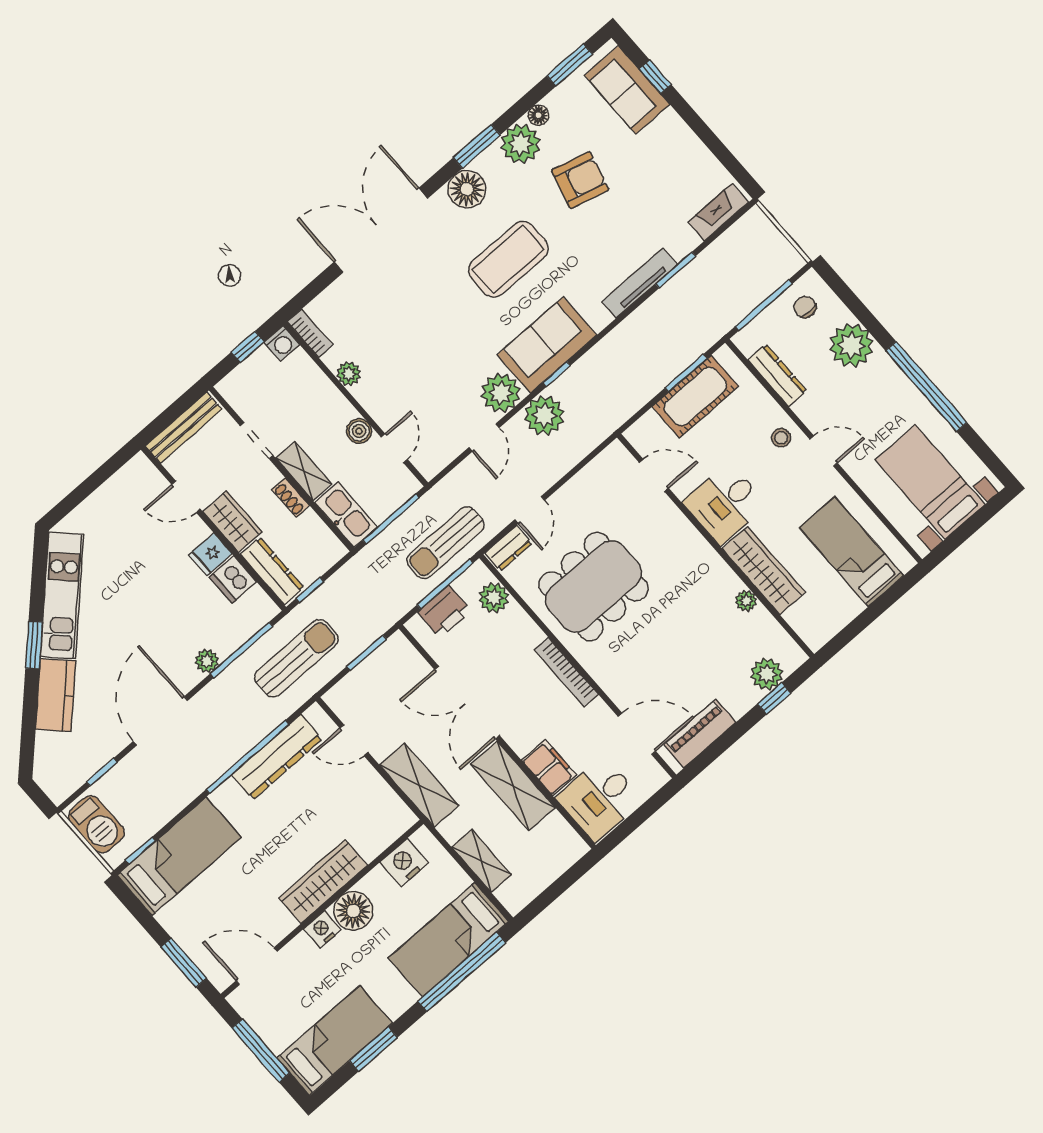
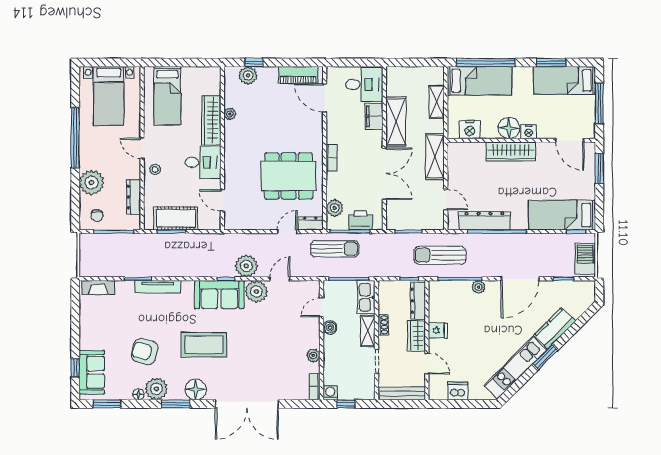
dishwasher: (233, 579) -> (458, 391), moved, turned -90
bookcase: (566, 672) -> (332, 158), width x0.64

